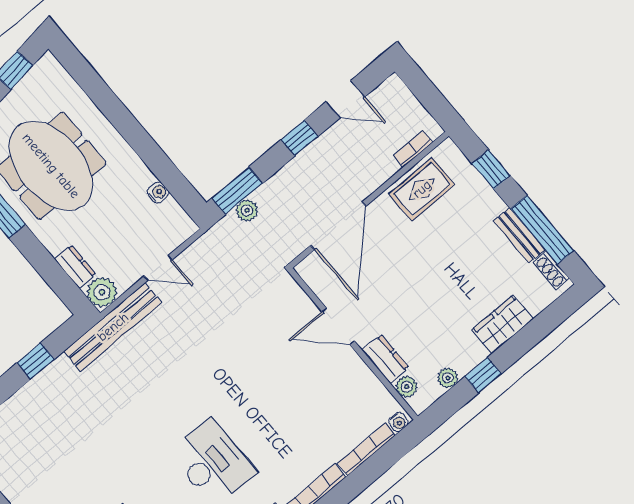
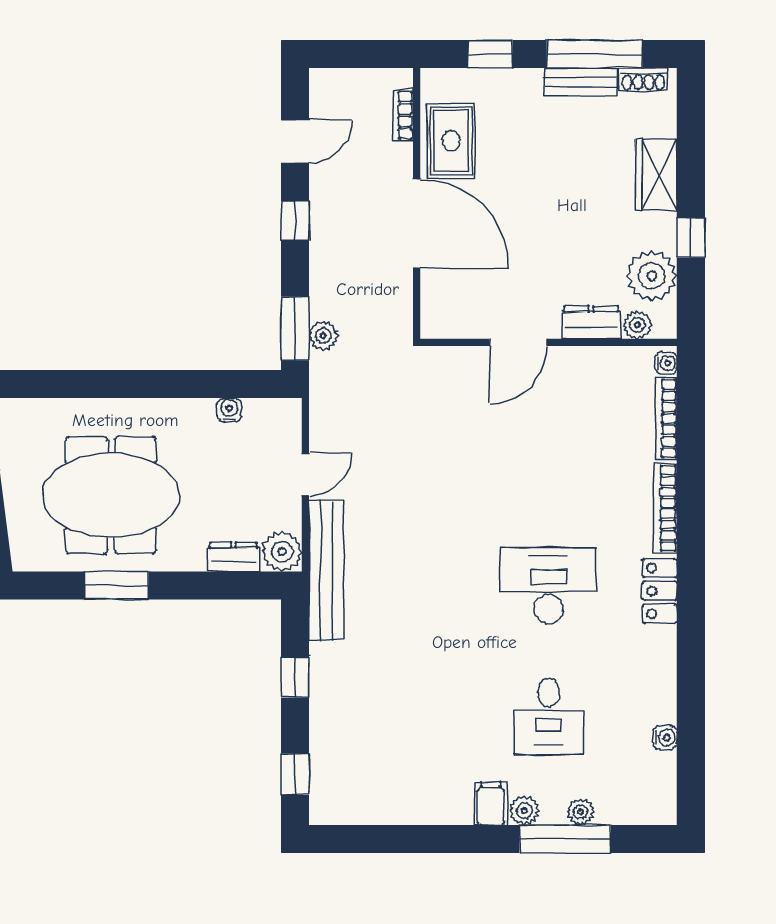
door: (338, 226) -> (417, 223), moved
plant: (448, 378) -> (652, 276), width x1.87, depth x1.87

